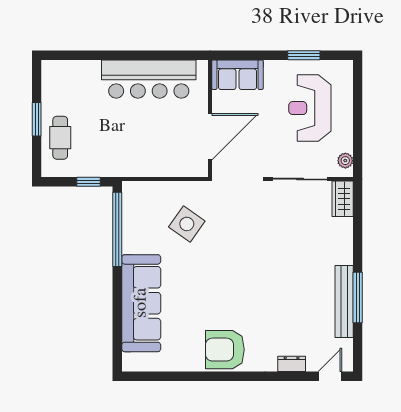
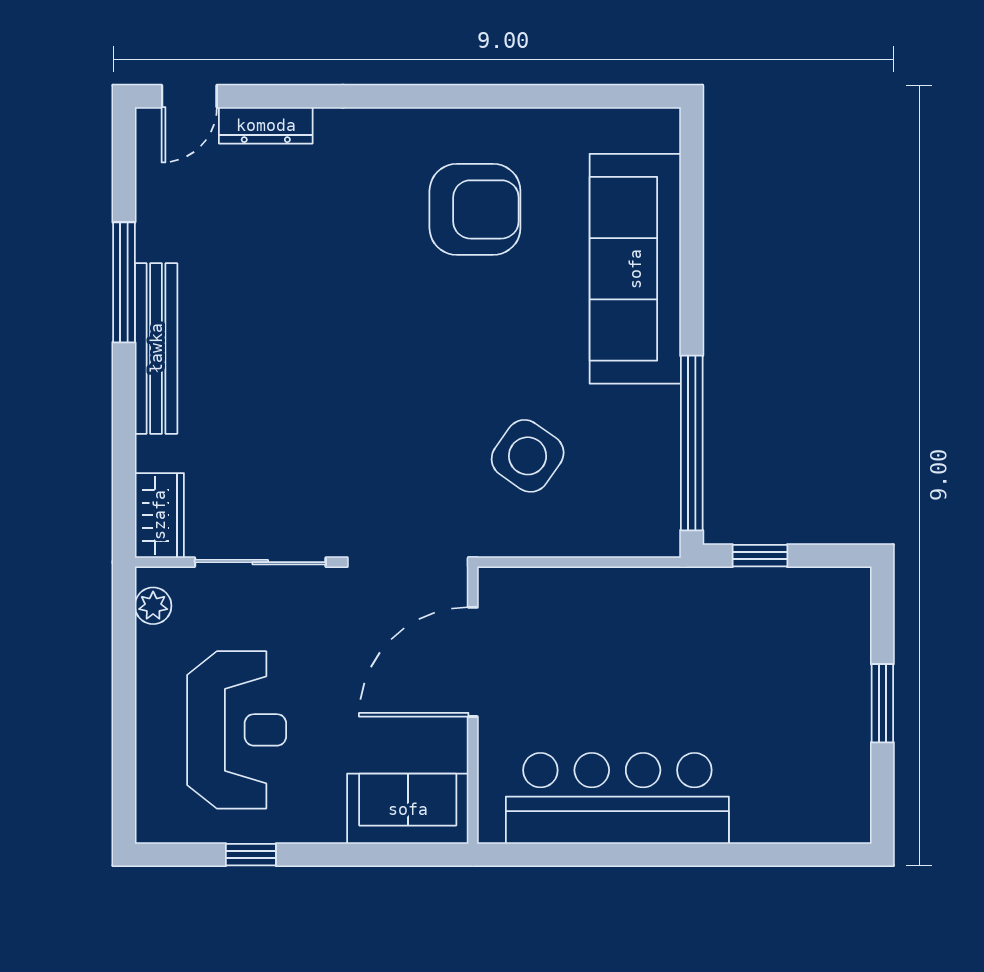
window: (304, 55) -> (251, 855), width x0.67
cafe table: (60, 138) -> (827, 660), removed
bench: (344, 302) -> (156, 348), moved
armchair: (225, 350) -> (475, 209), moved
dresser: (292, 364) -> (266, 125), width x1.44

